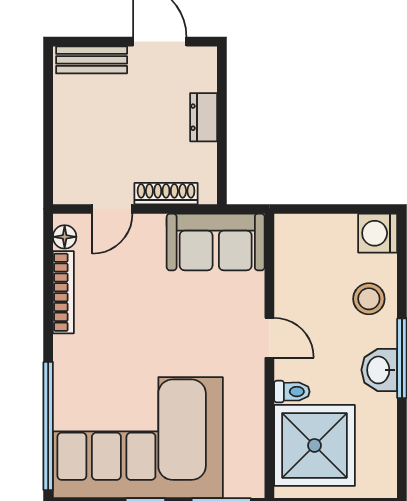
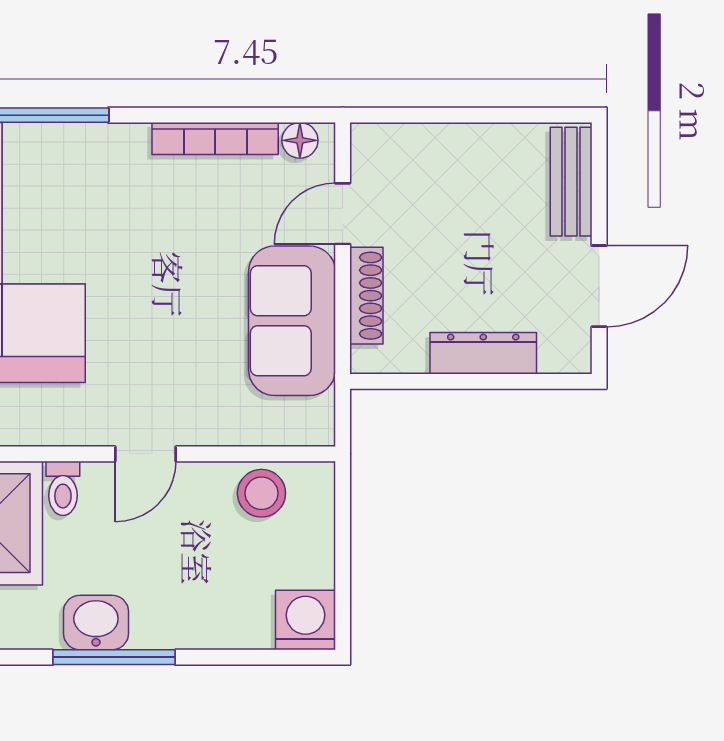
dresser: (204, 117) -> (483, 353), width x1.44
door: (112, 209) -> (343, 214), hinge flipped
sofa: (216, 242) -> (292, 321), moved
stool: (369, 299) -> (261, 493), moved

